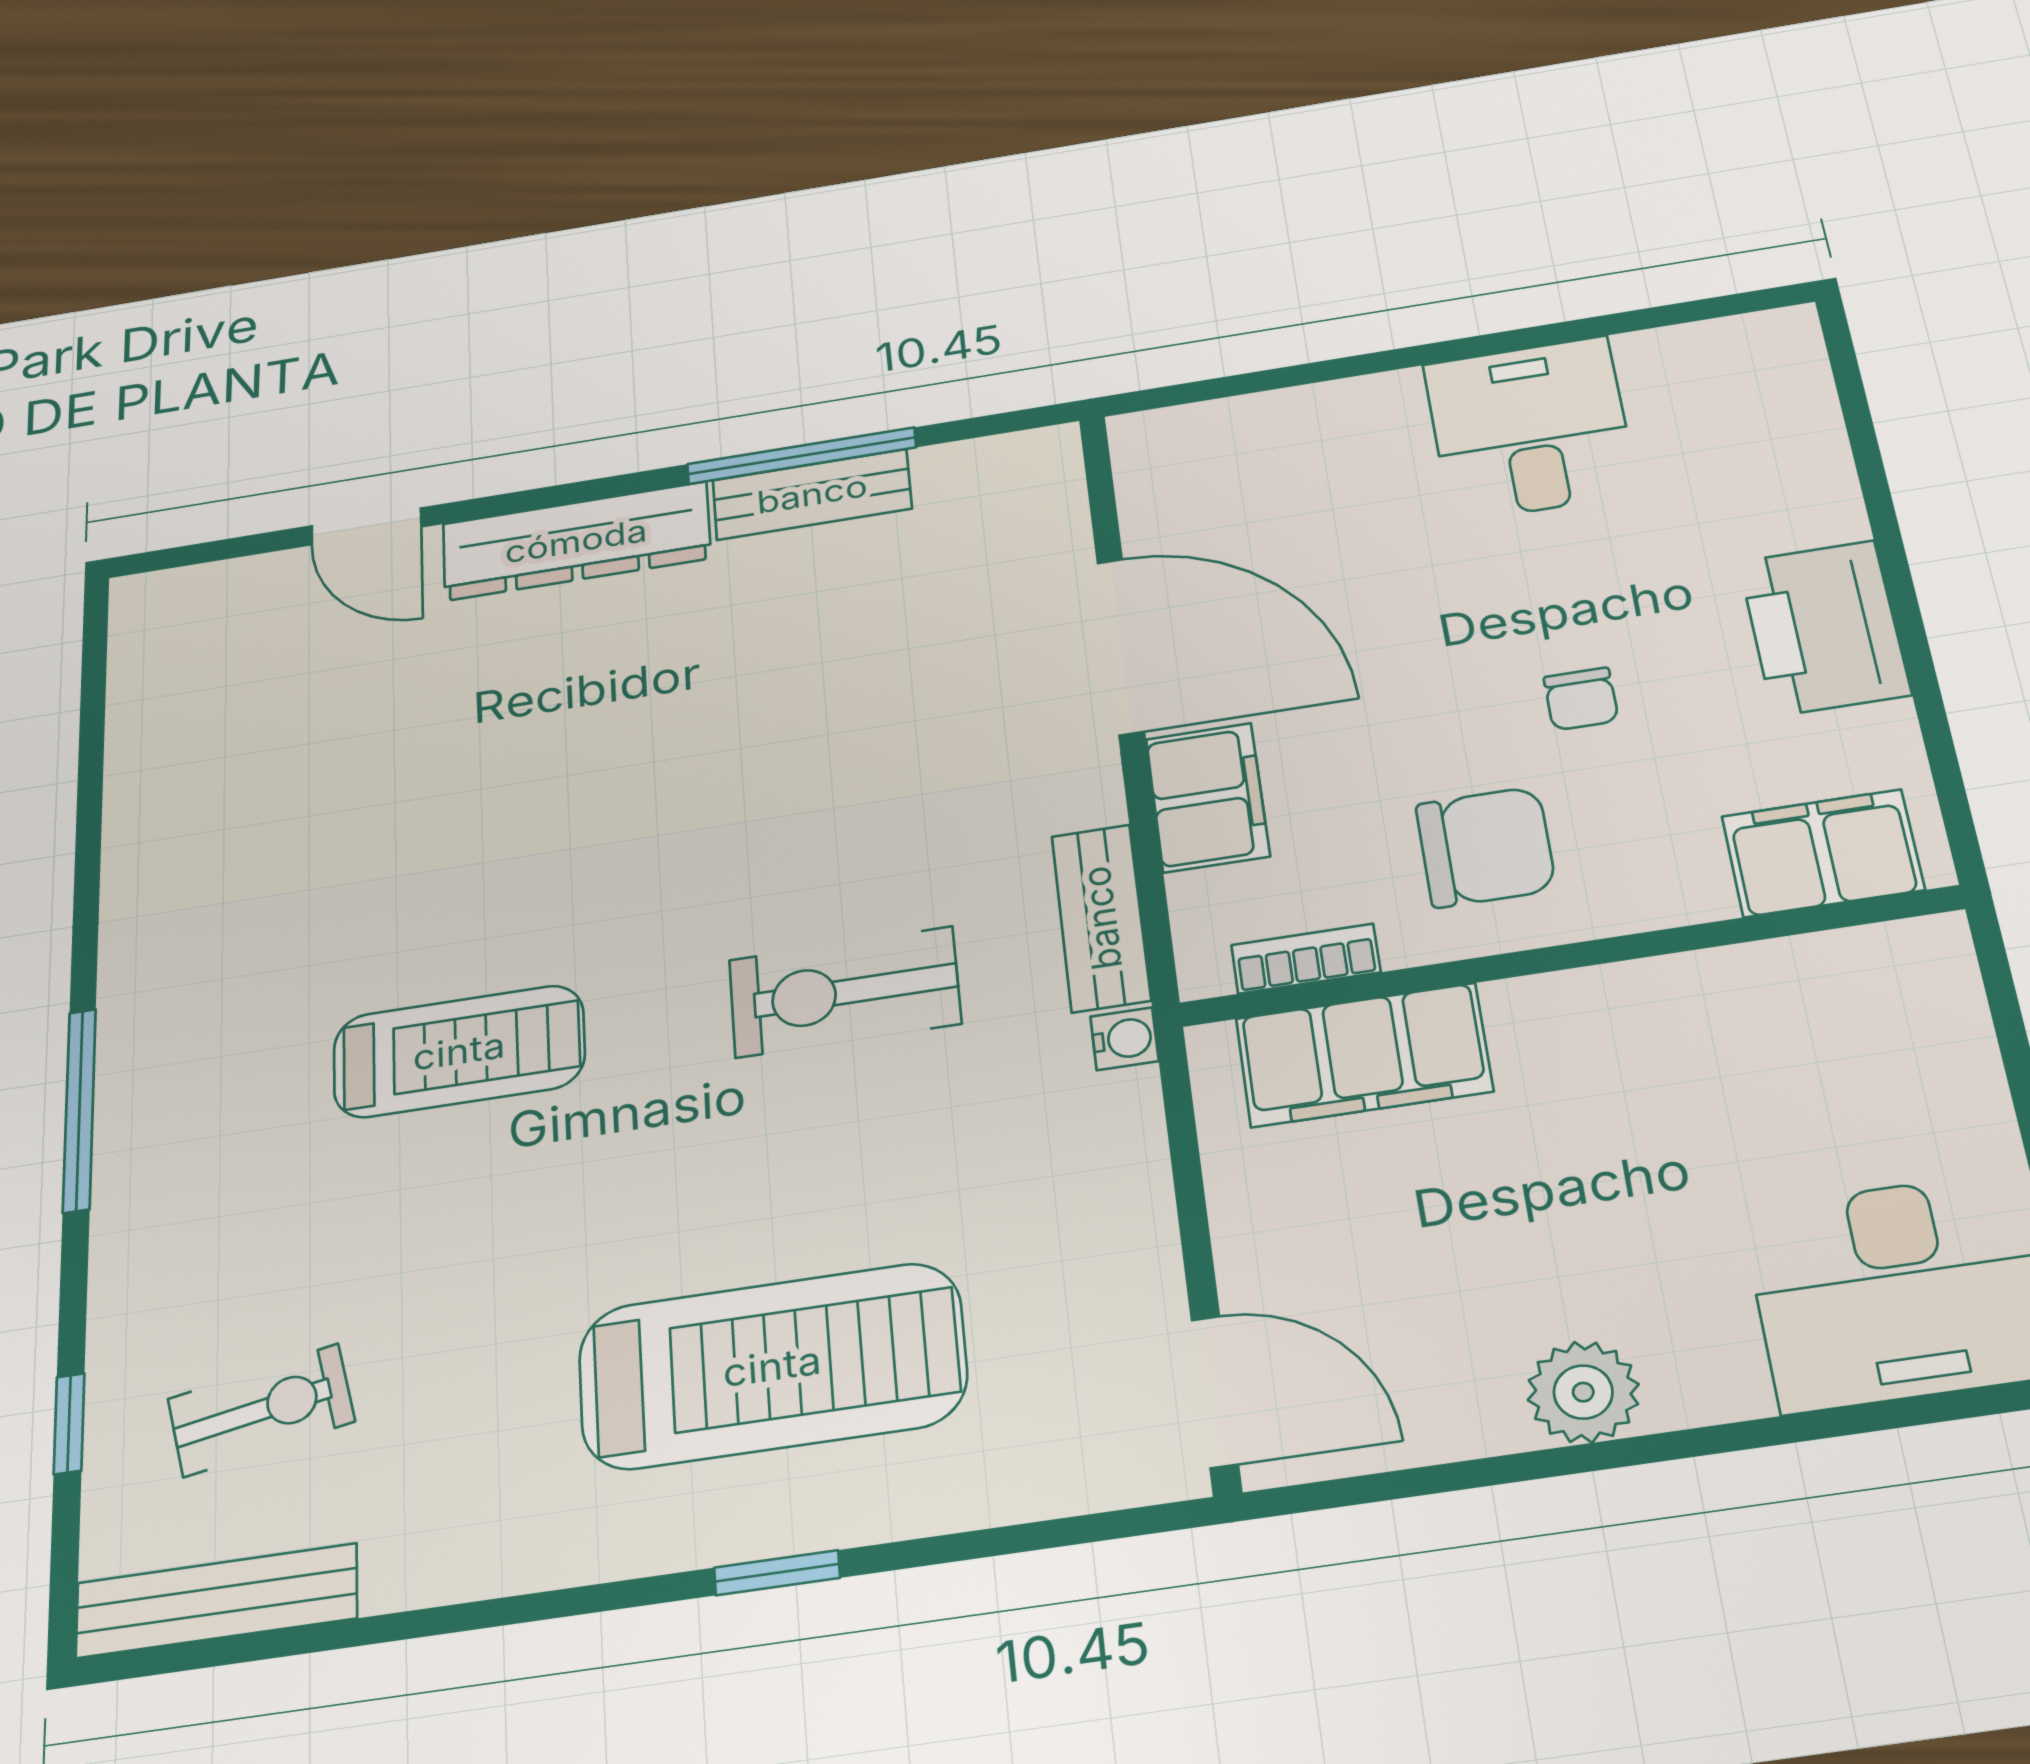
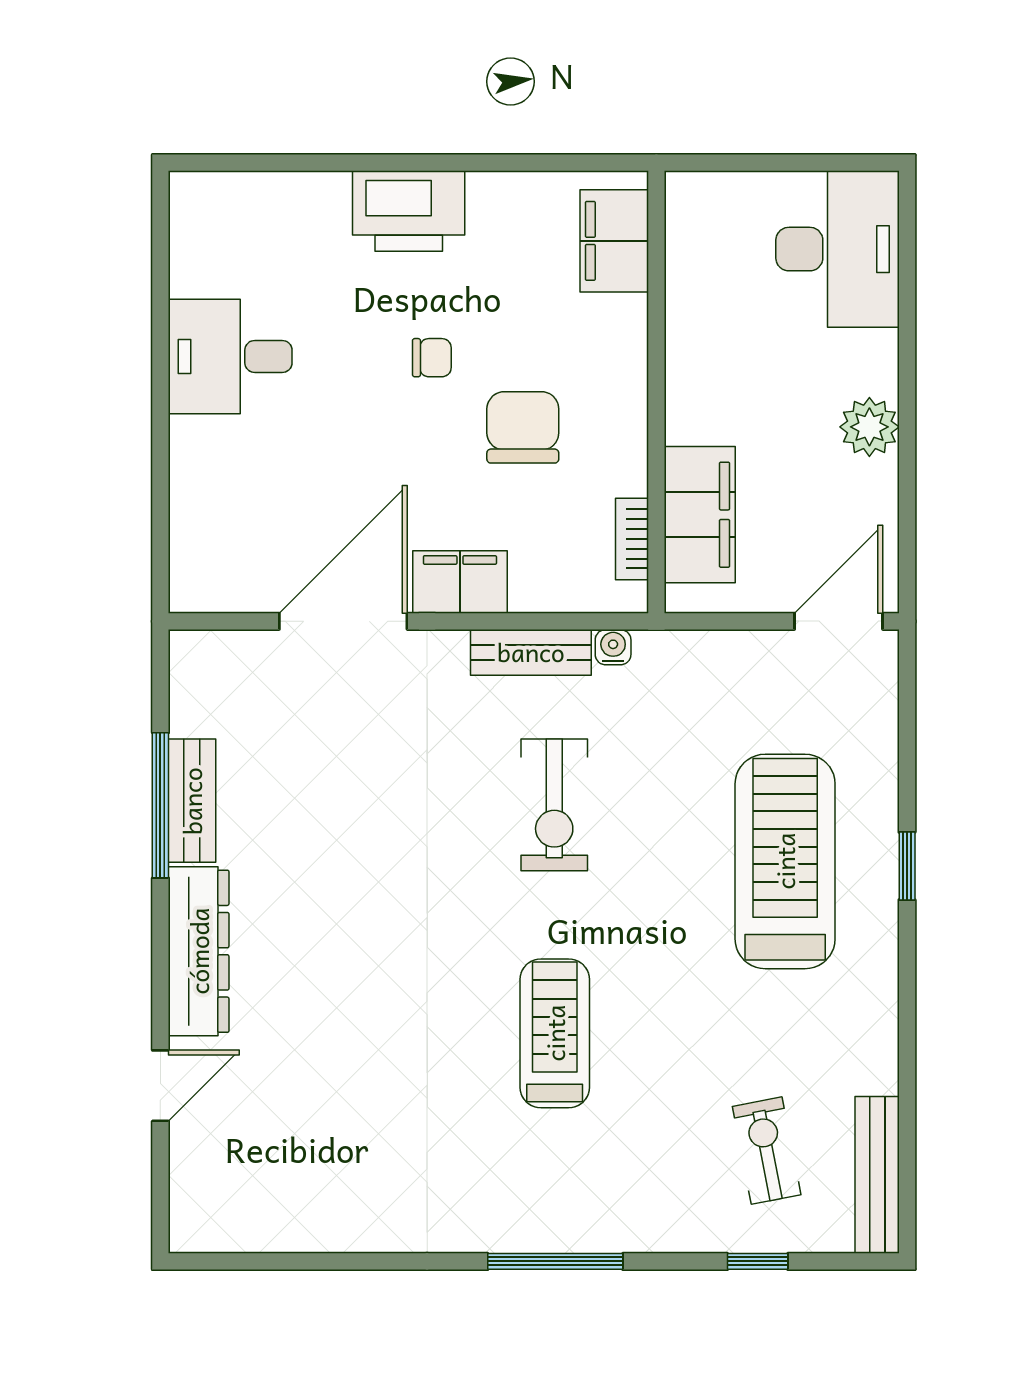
filing cabinet: (1823, 853) -> (614, 241), moved
wall: (1569, 956) -> (656, 392), moved
bookcase: (1306, 959) -> (632, 539), moved
filing cabinet: (1364, 1055) -> (700, 515), moved

